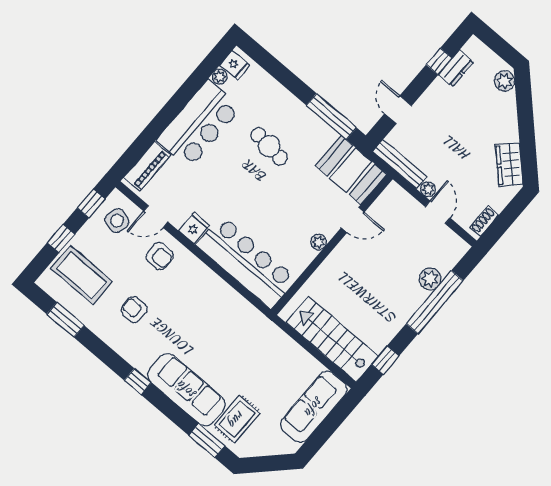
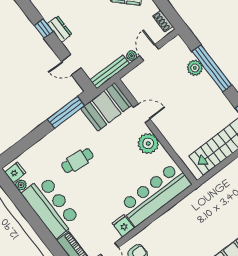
dresser: (456, 68) -> (60, 29), moved
door: (438, 212) -> (149, 52), hinge flipped
door: (353, 220) -> (142, 113), hinge flipped
plant: (319, 242) -> (148, 143), width x1.88, depth x1.88

